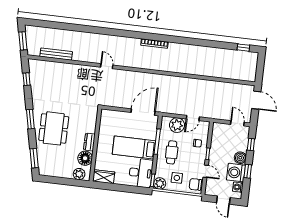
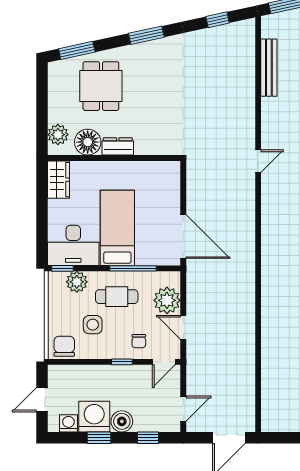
dining table: (54, 128) -> (101, 86), moved, width x0.73
door: (206, 171) -> (164, 362), moved
side table: (177, 178) -> (93, 325), moved
plant: (160, 183) -> (77, 282), moved

